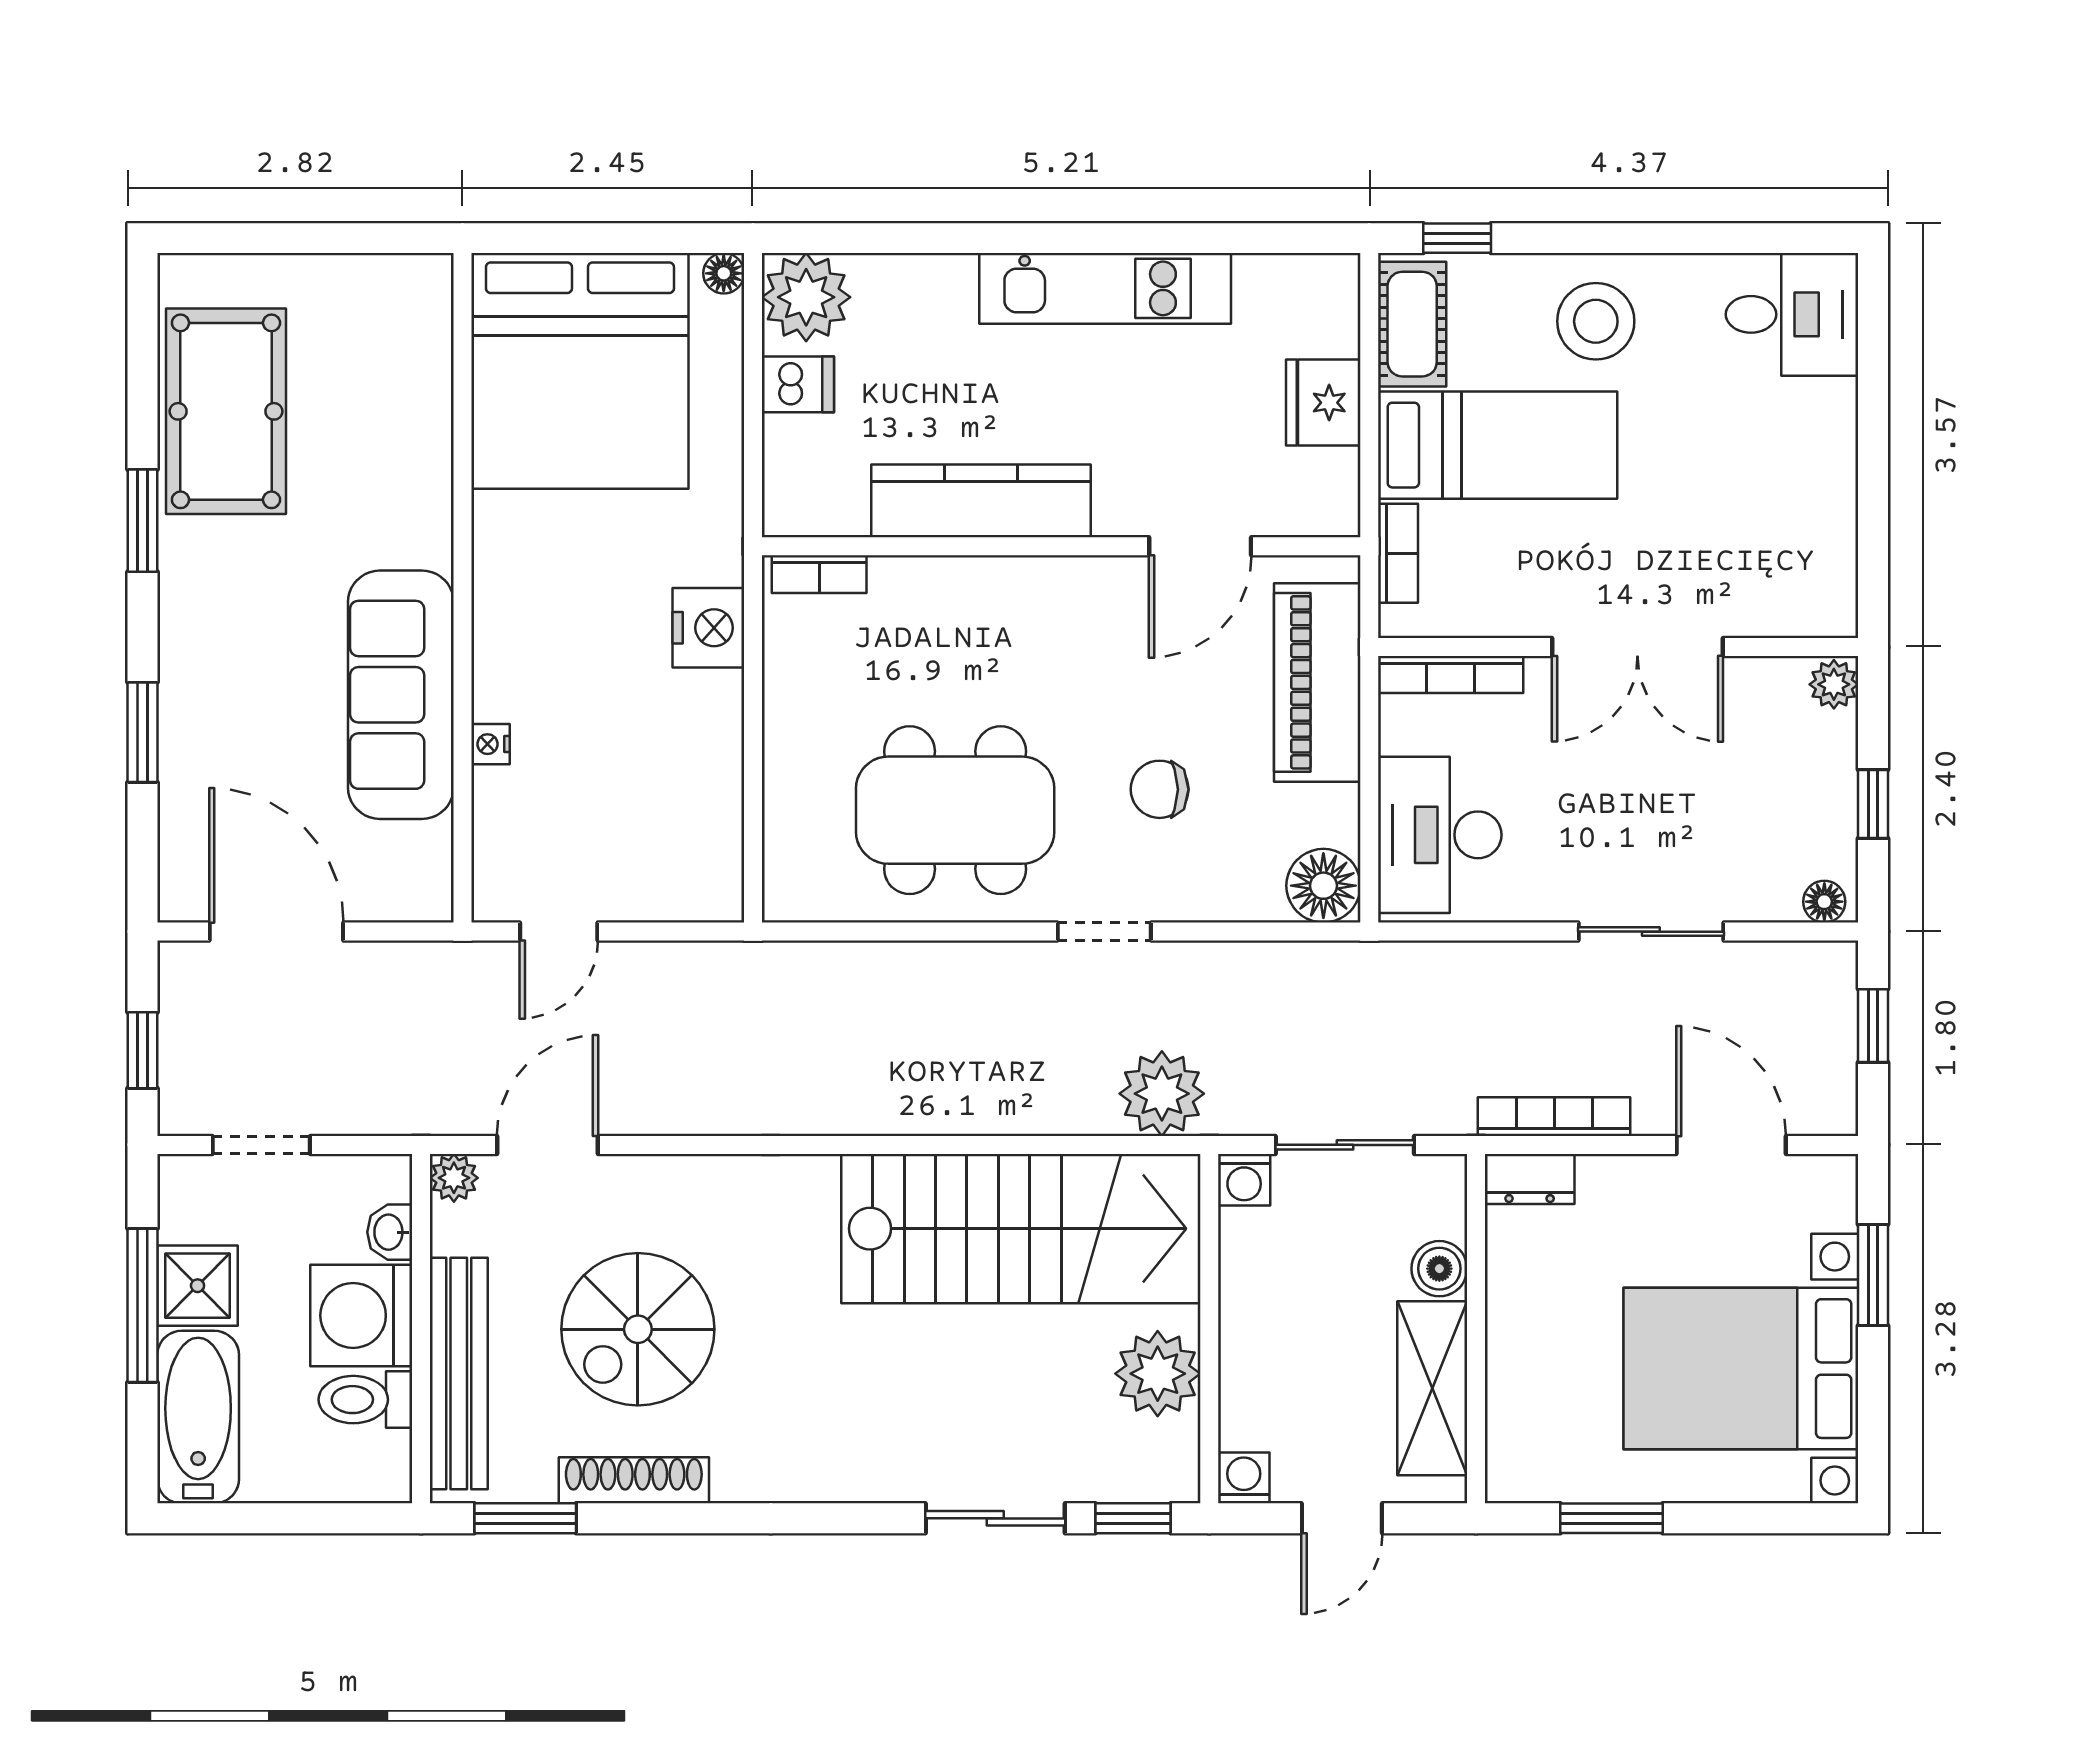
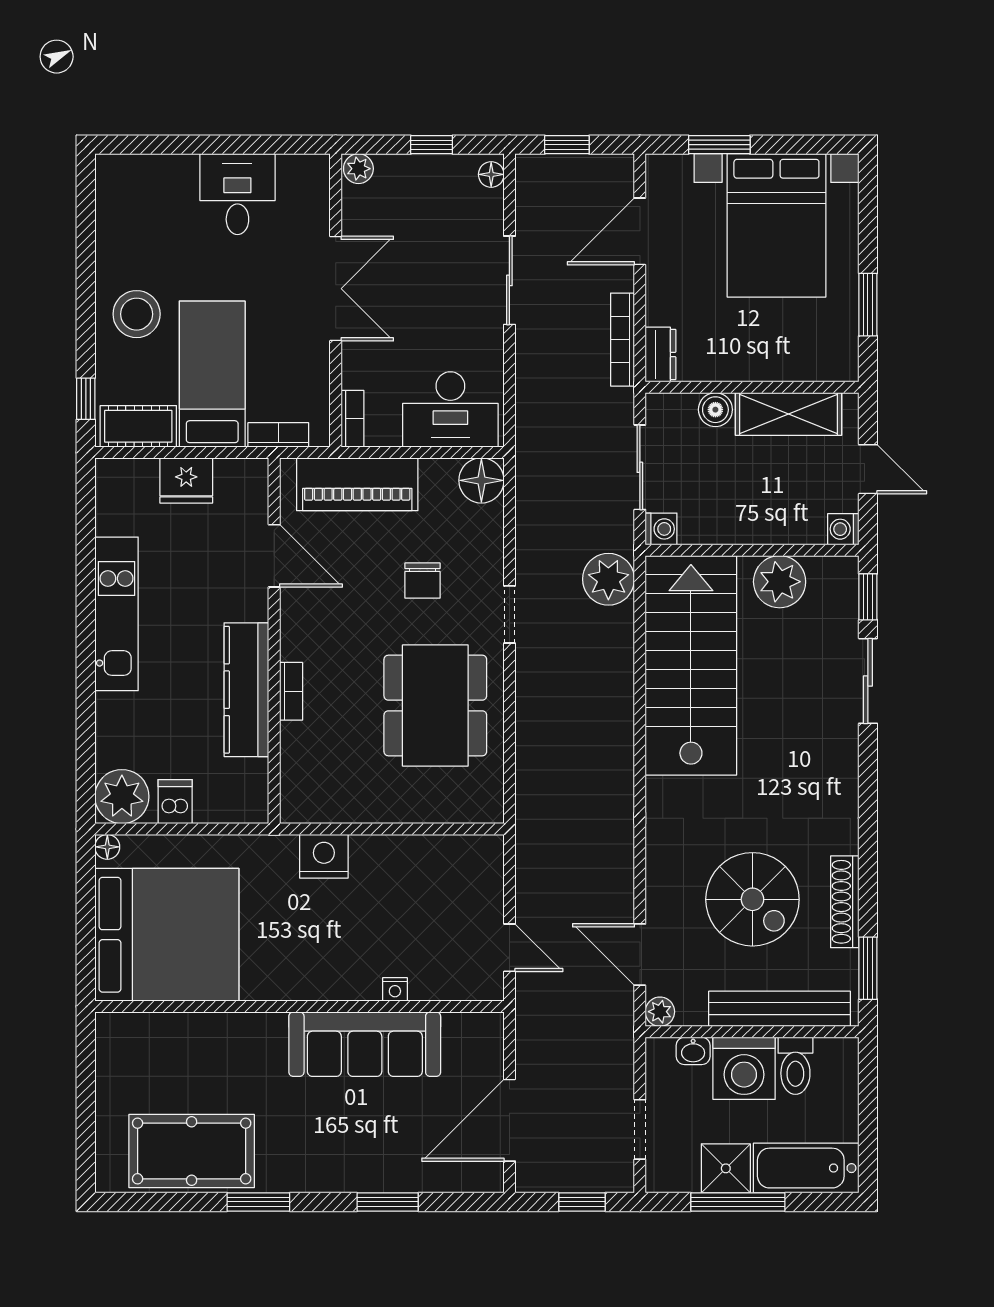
desk: (1792, 314) -> (237, 194), moved
bookcase: (819, 574) -> (291, 691), moved
bookcase: (1451, 675) -> (352, 419), width x0.64

